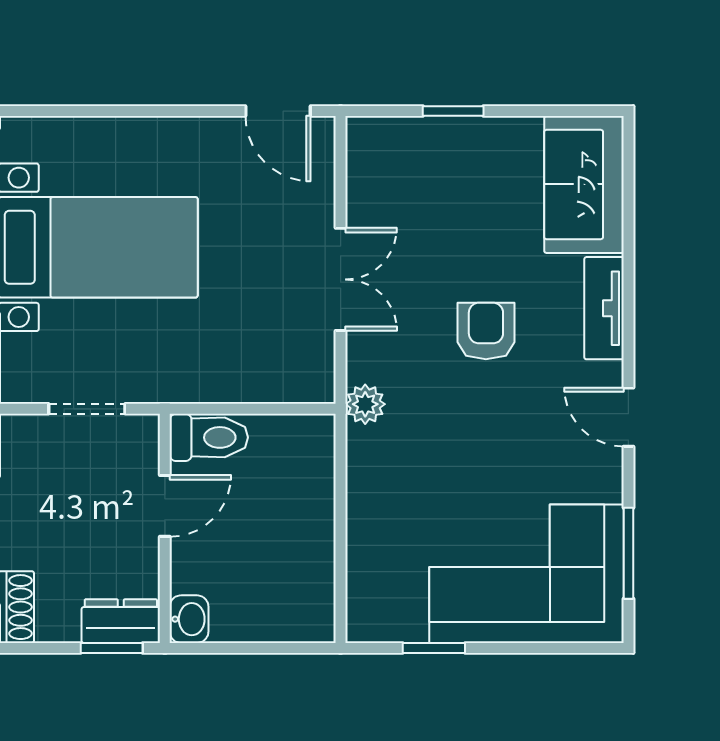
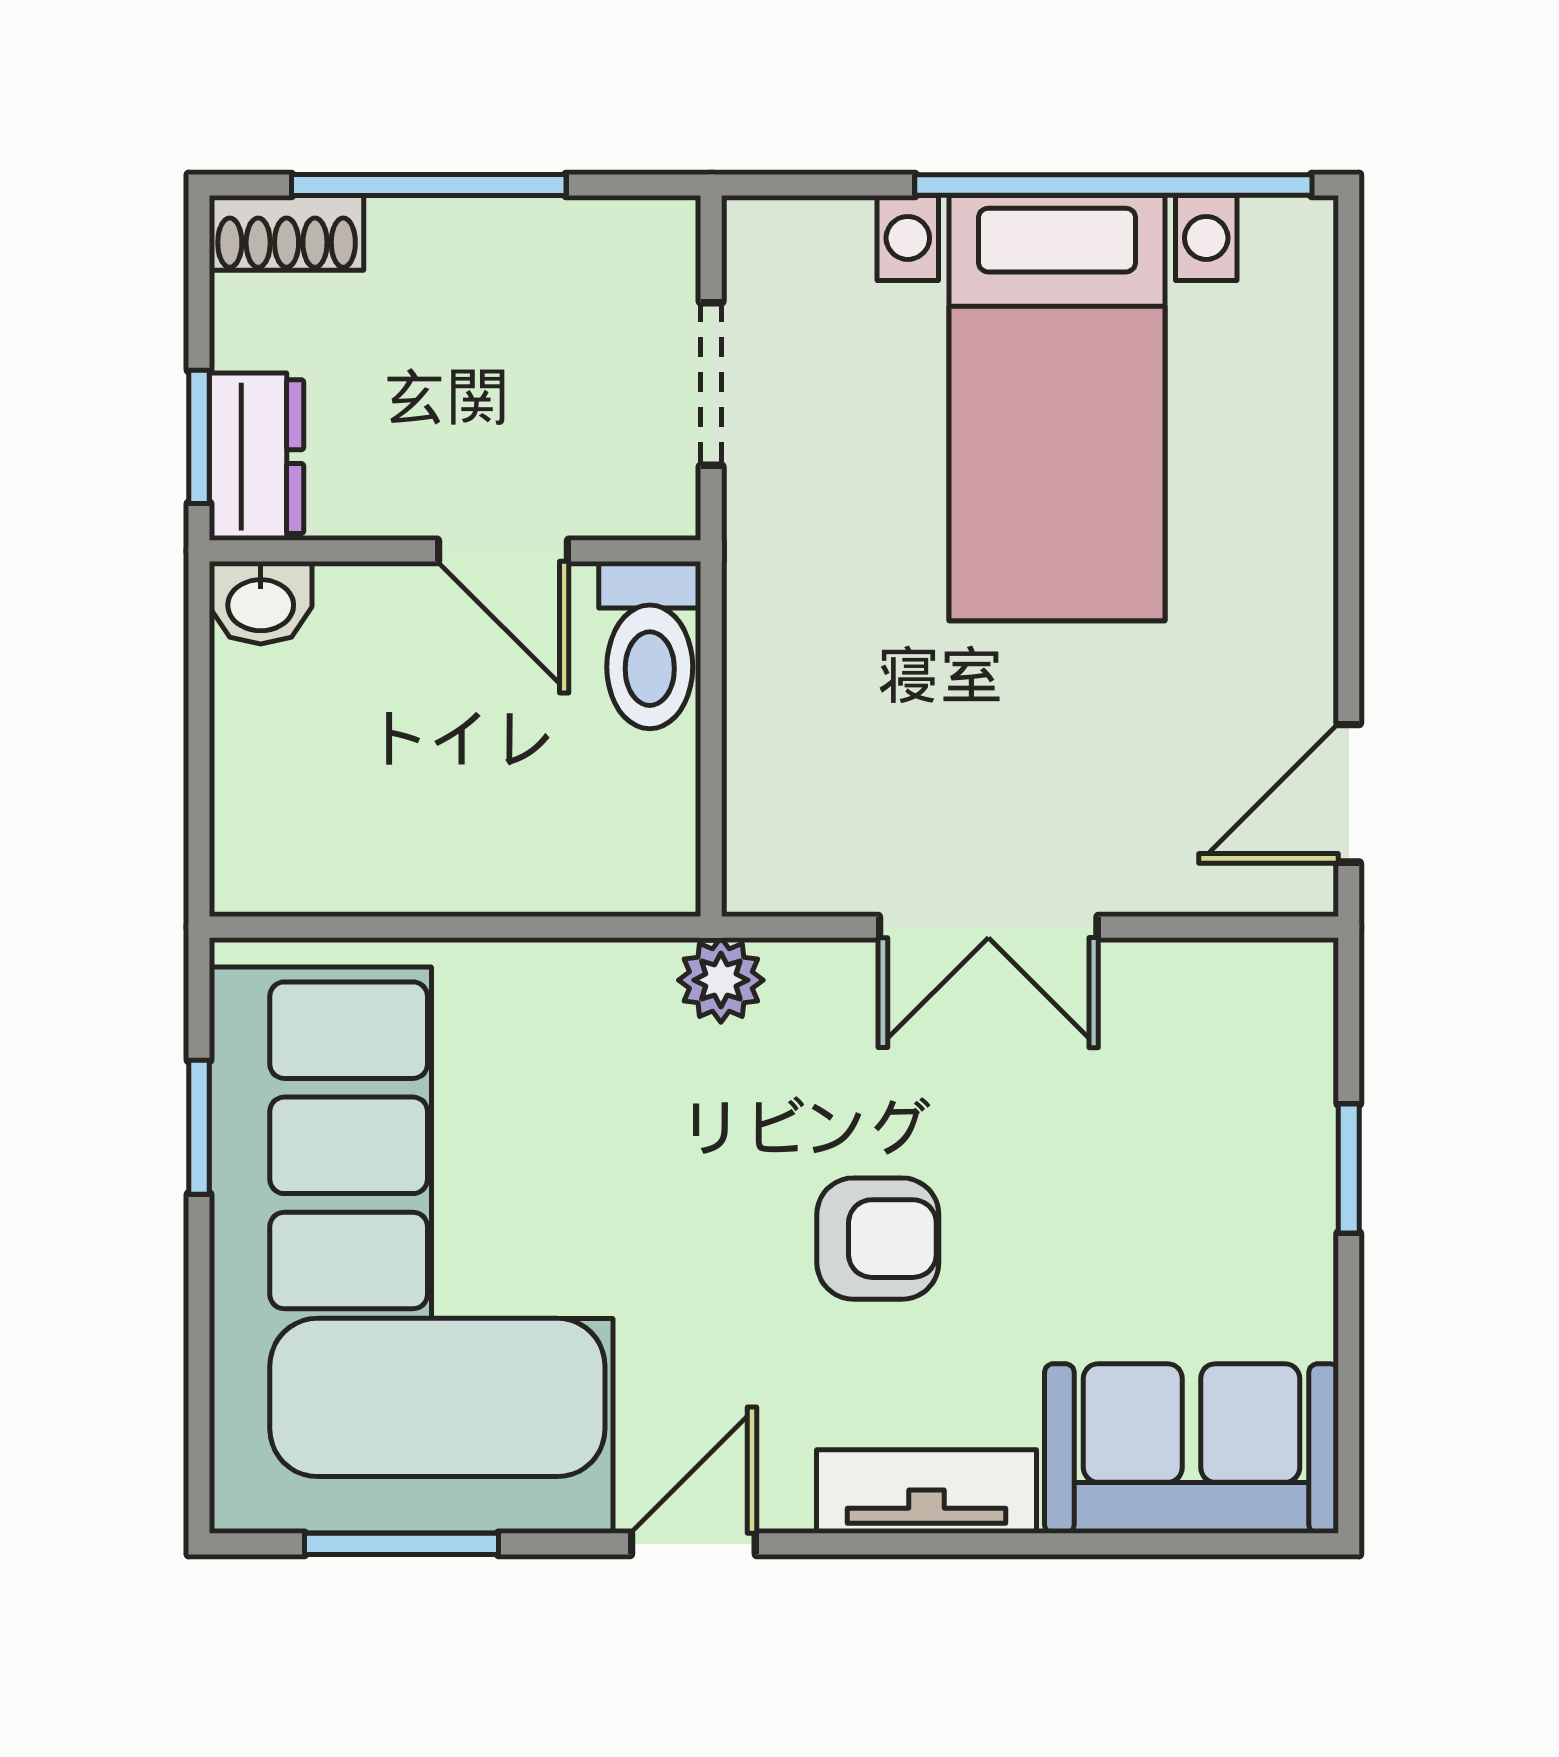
corner sofa: (526, 574) -> (411, 1250), width x1.36, depth x1.36

